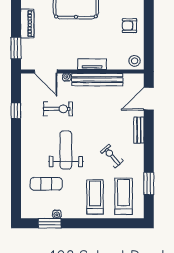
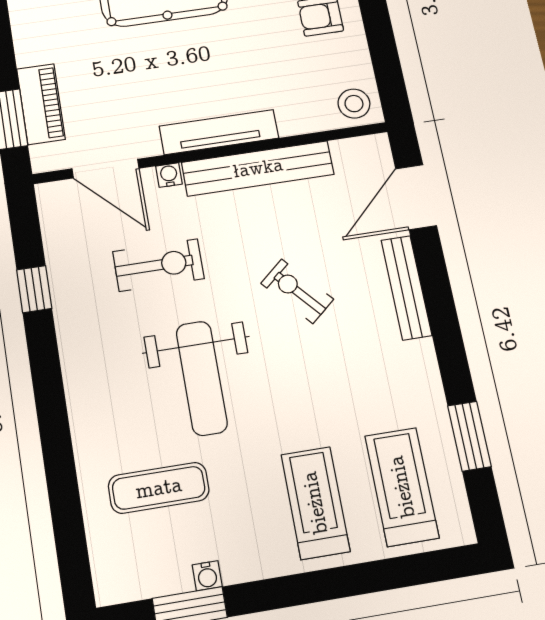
piano: (27, 24) -> (41, 104), moved
tv unit: (92, 64) -> (219, 132), width x1.41
bench: (139, 130) -> (406, 288), width x1.36
weight bench: (66, 150) -> (202, 378), turned 180
exercise bike: (112, 156) -> (297, 291), moved

